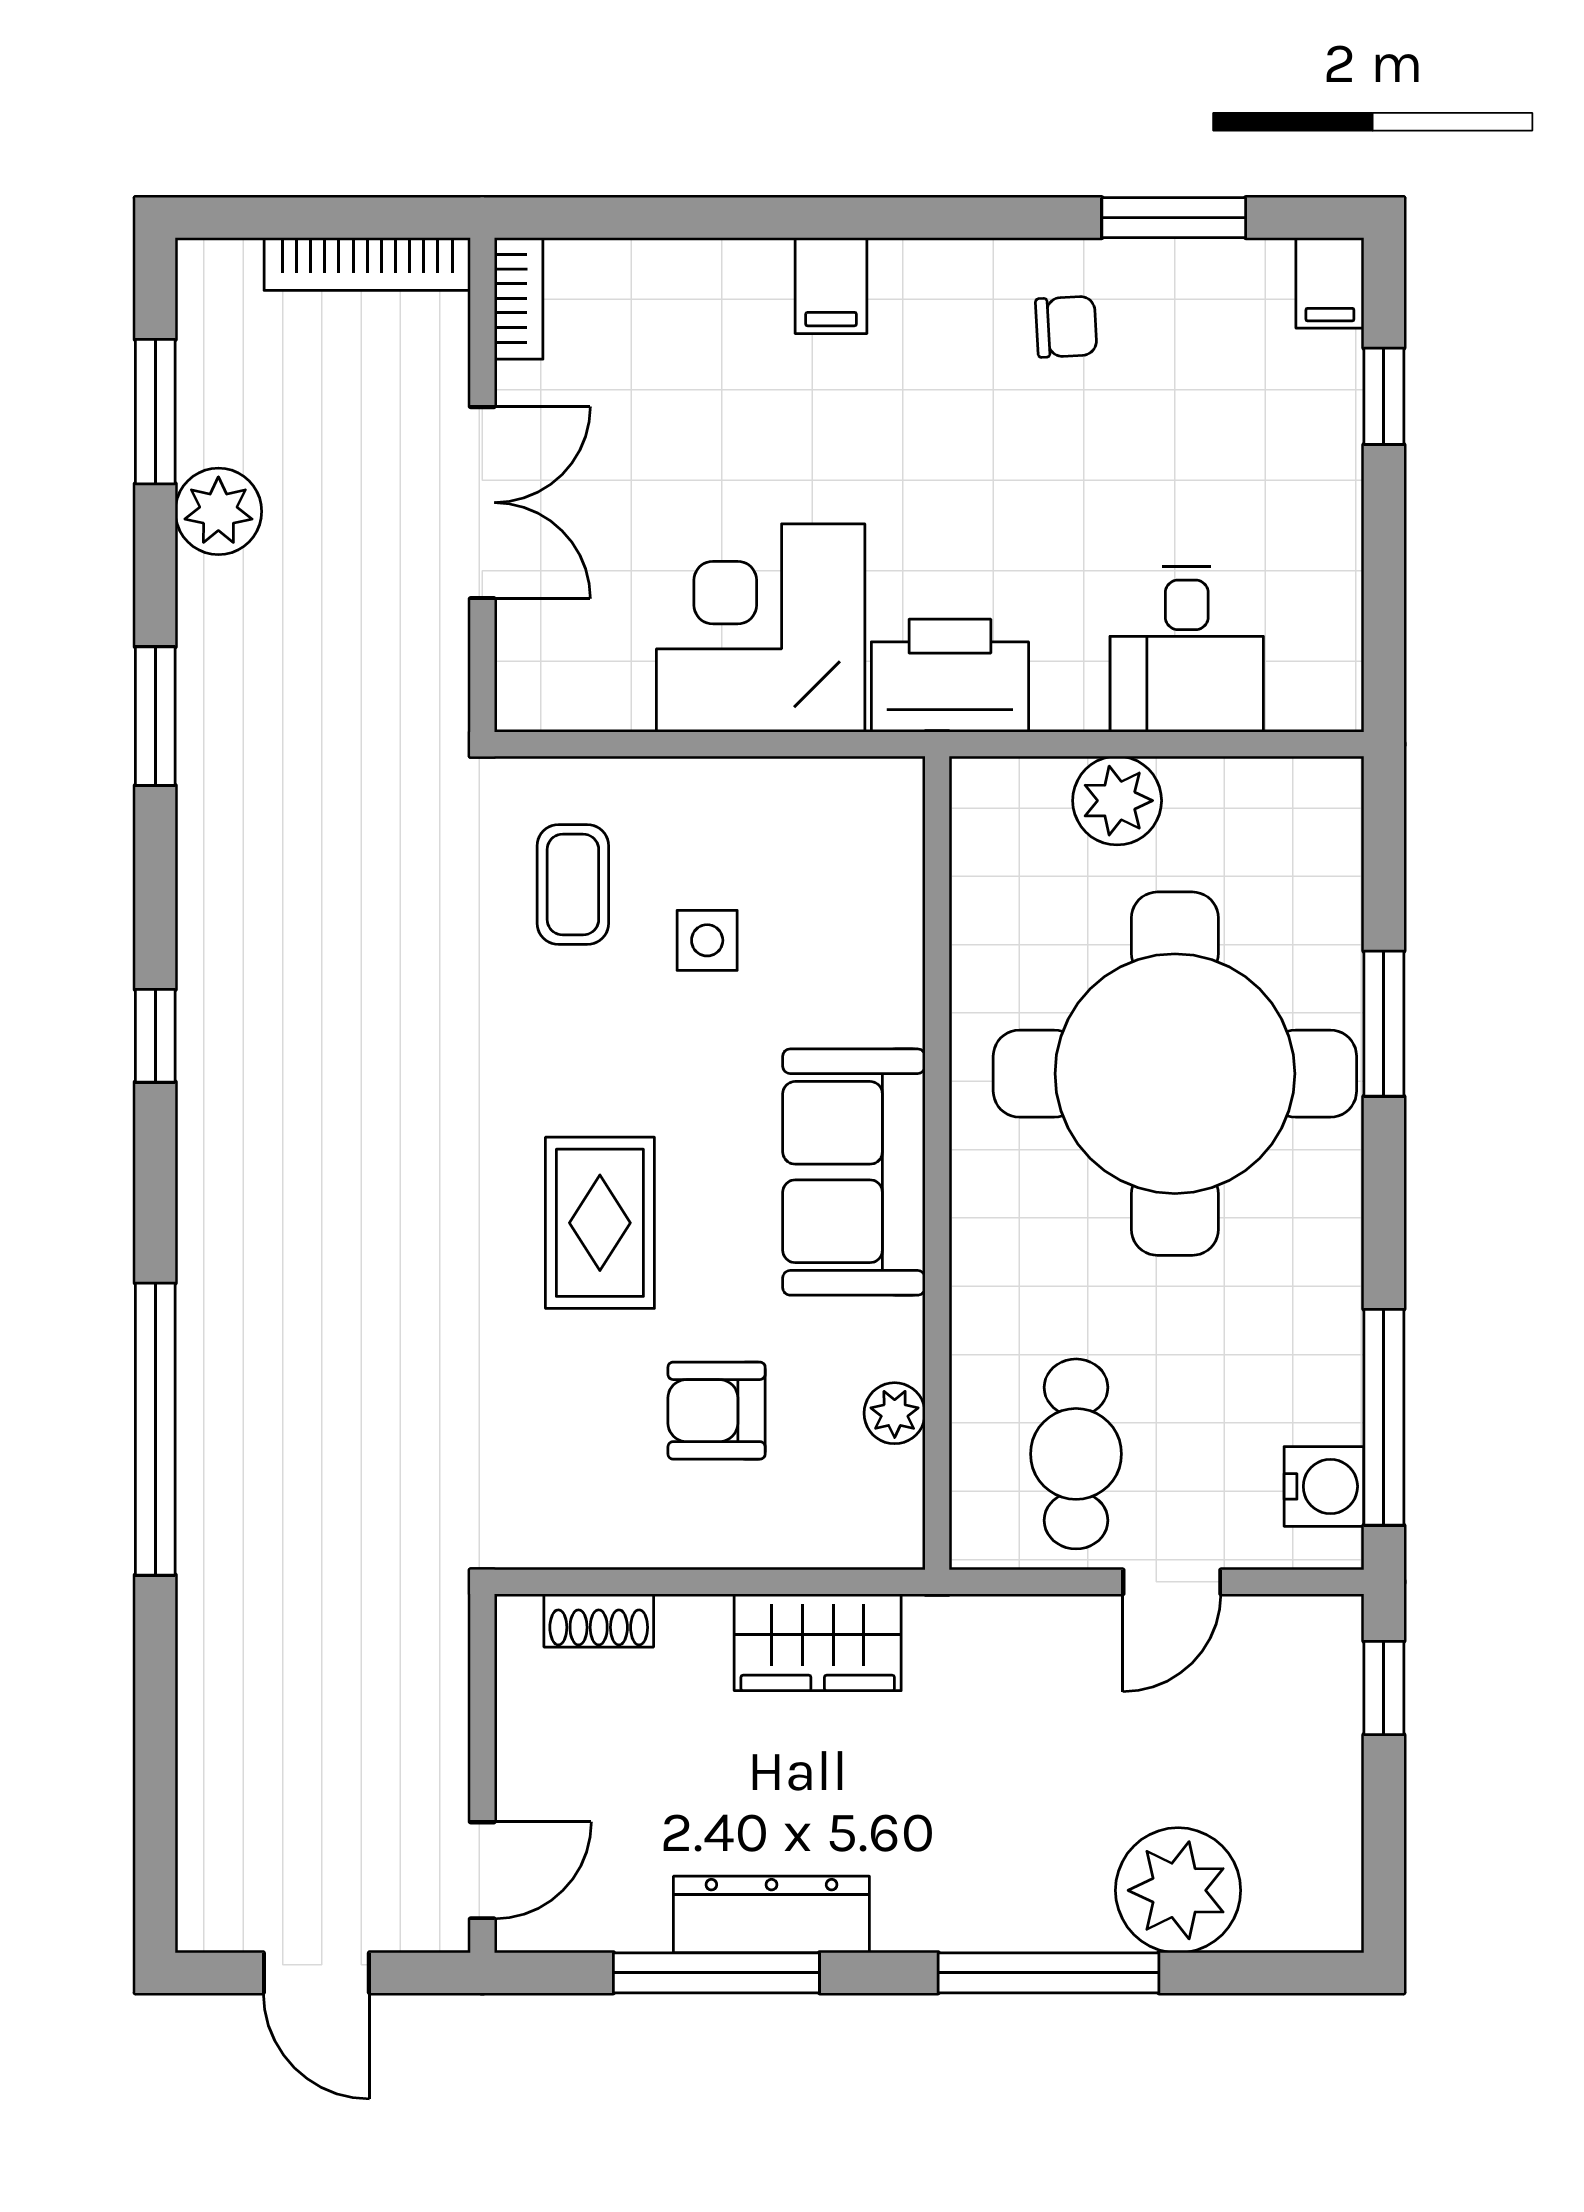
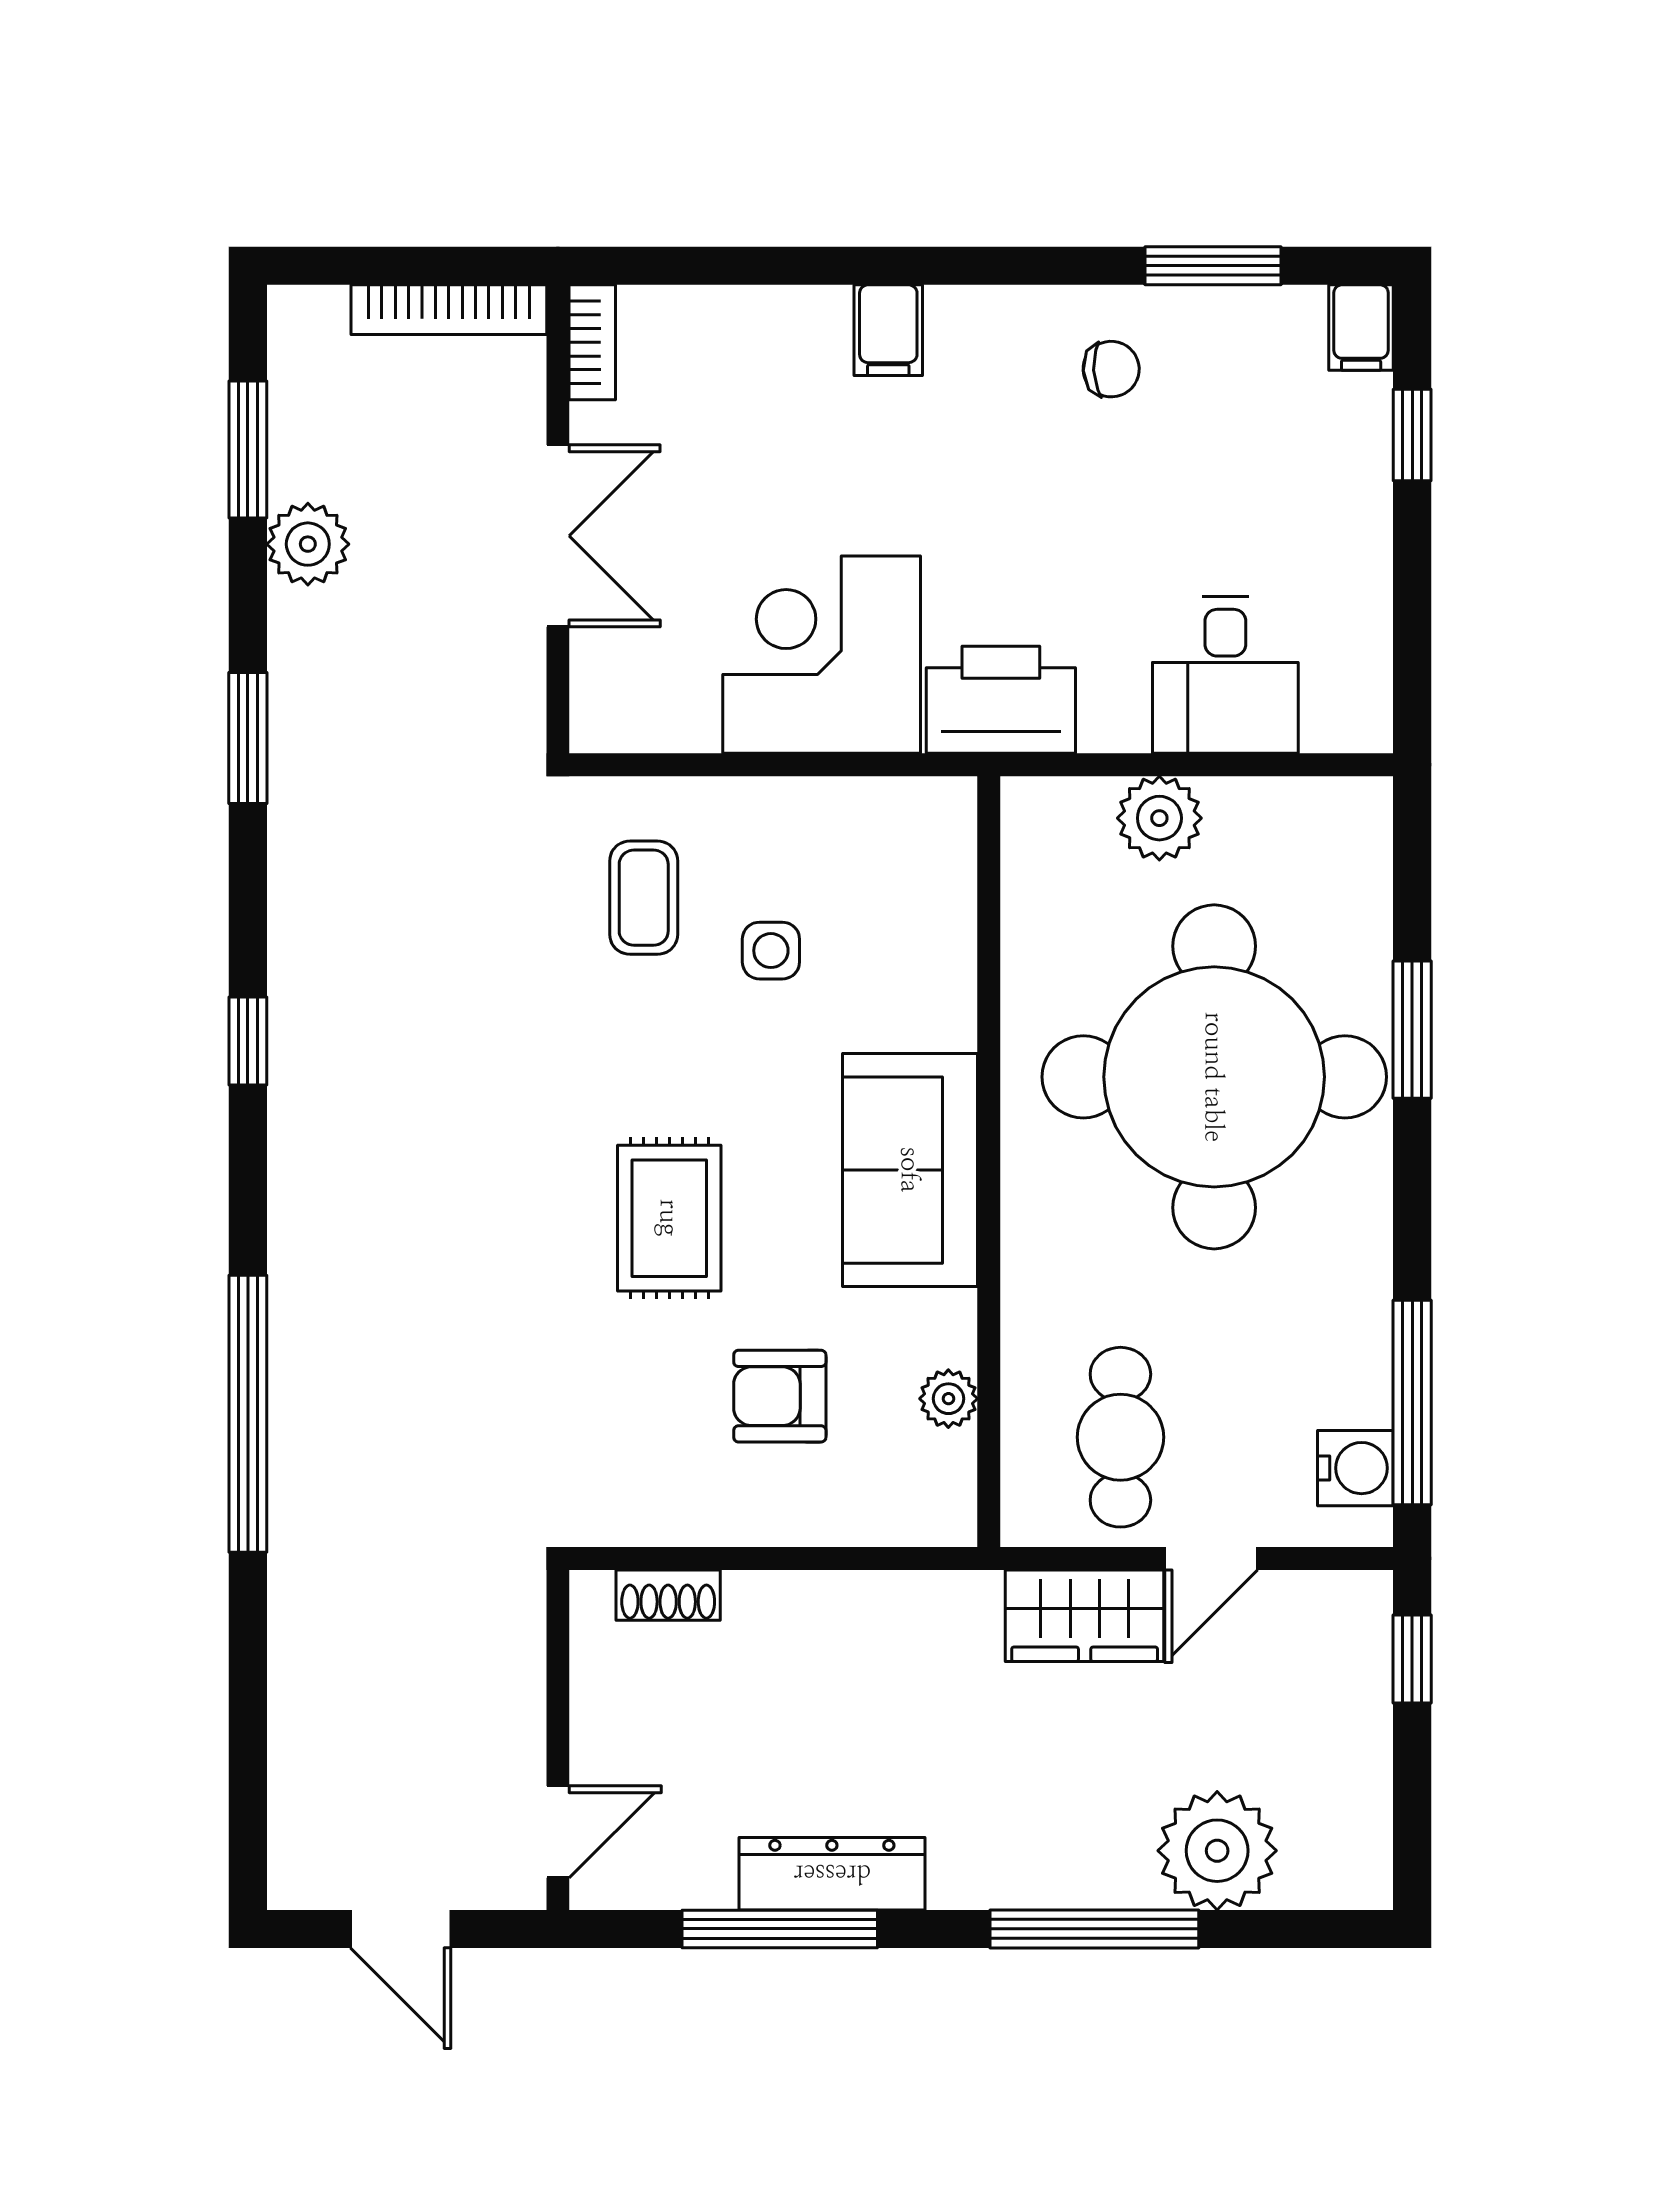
wardrobe: (818, 1642) -> (1085, 1616), moved

